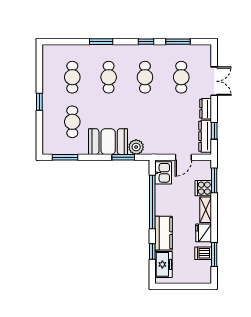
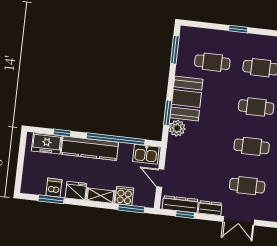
kitchen counter: (164, 233) -> (90, 148), width x1.50

